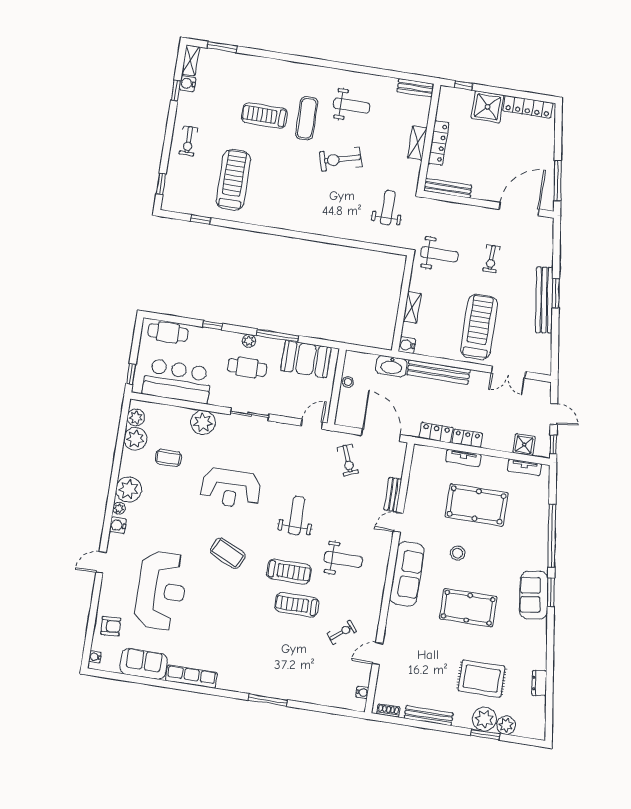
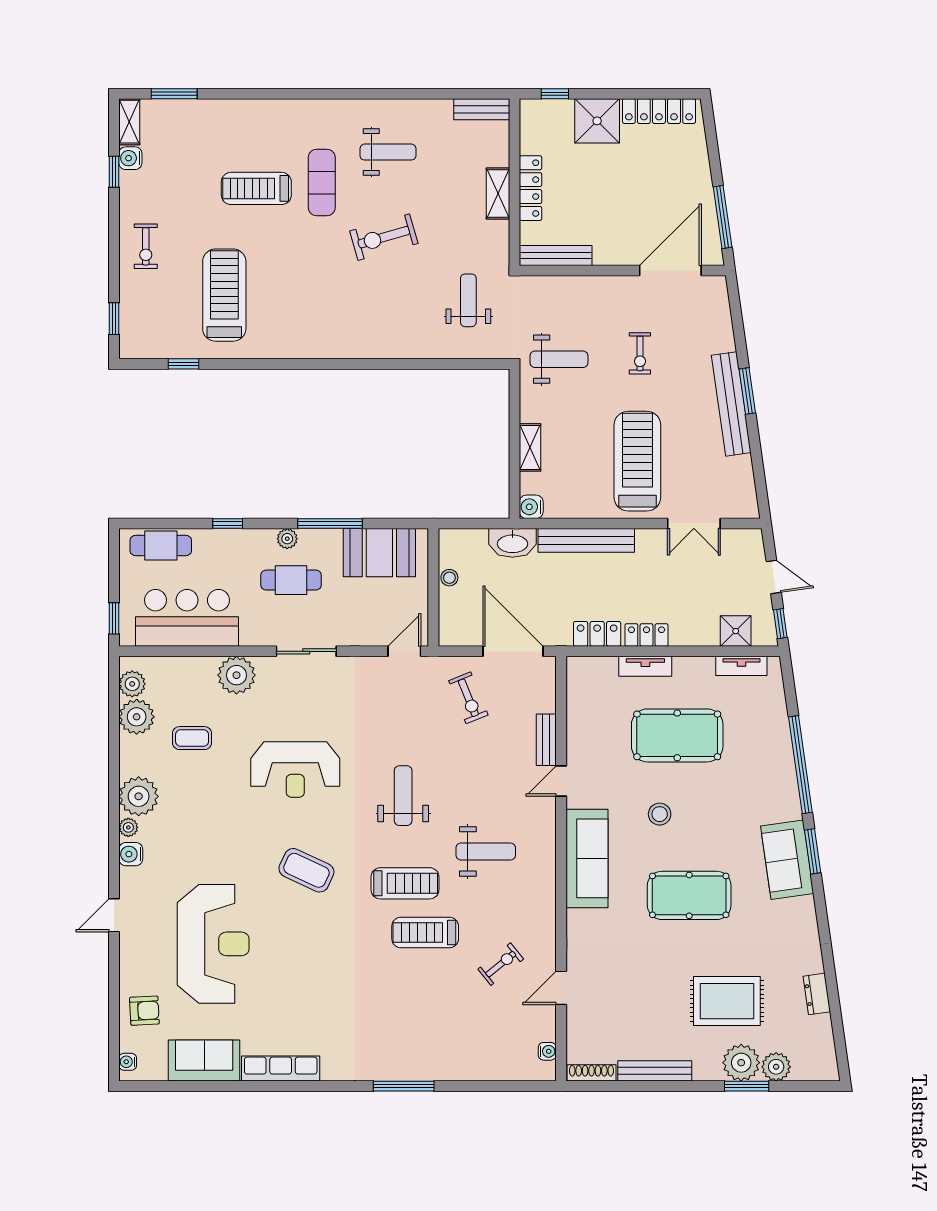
shoe rack: (388, 711) -> (591, 1073), width x1.43

